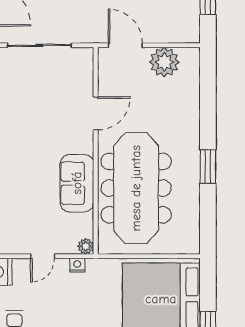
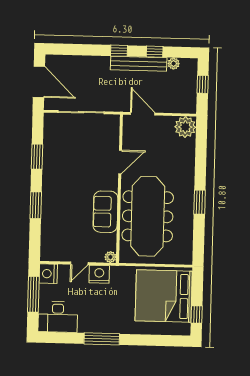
plant: (164, 62) -> (185, 127), moved
nightstand: (77, 265) -> (99, 274), width x1.89, depth x1.79

